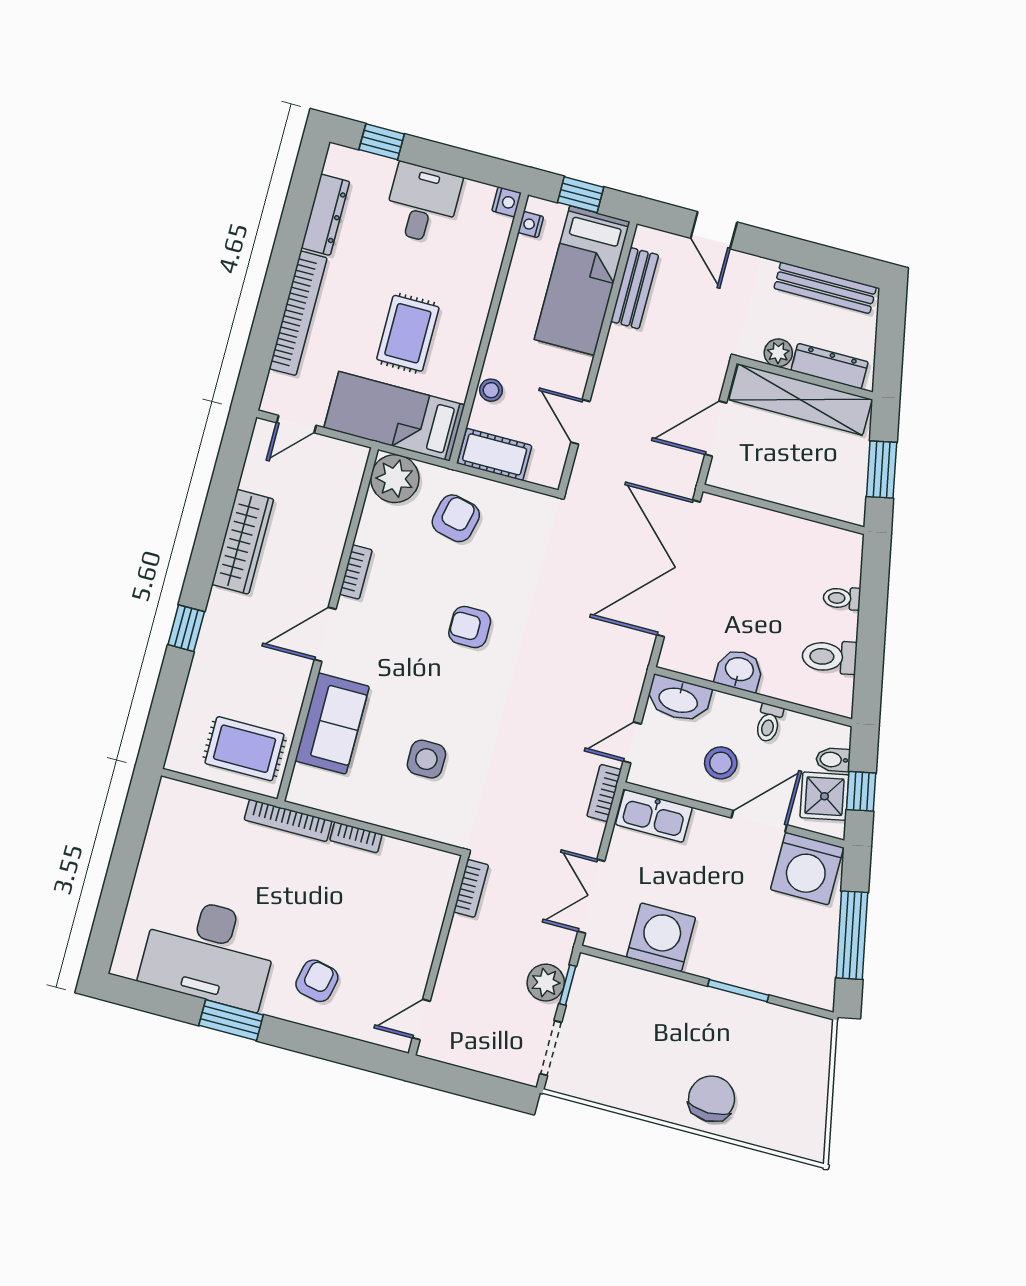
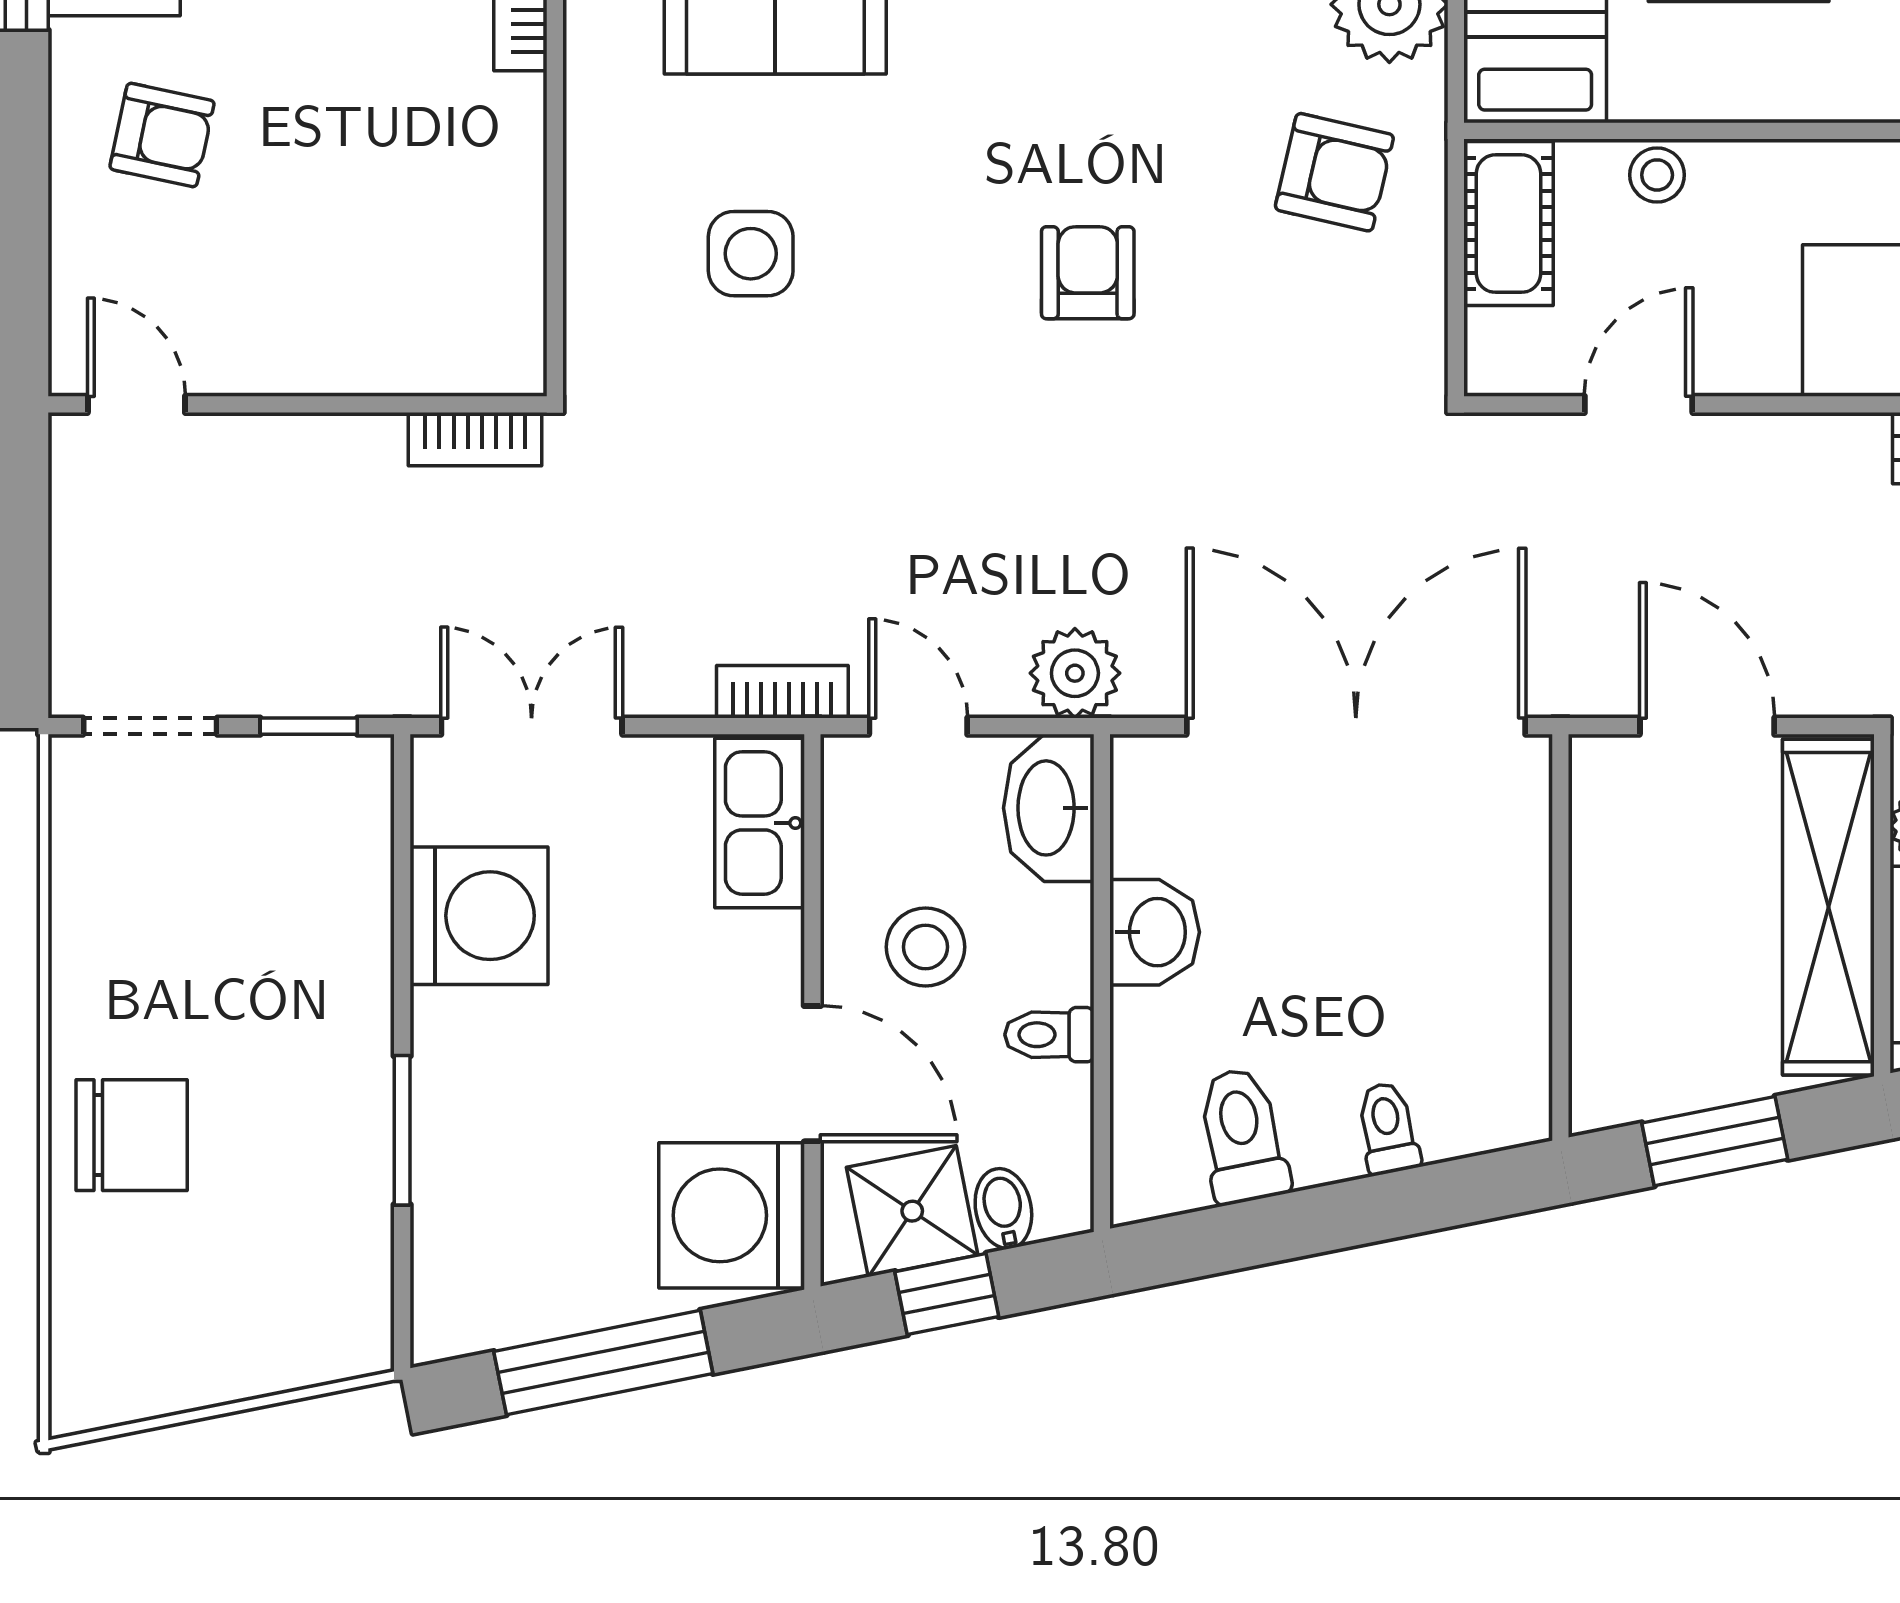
bookcase: (356, 837) -> (523, 137), removed
plant: (546, 983) -> (1075, 673), moved

